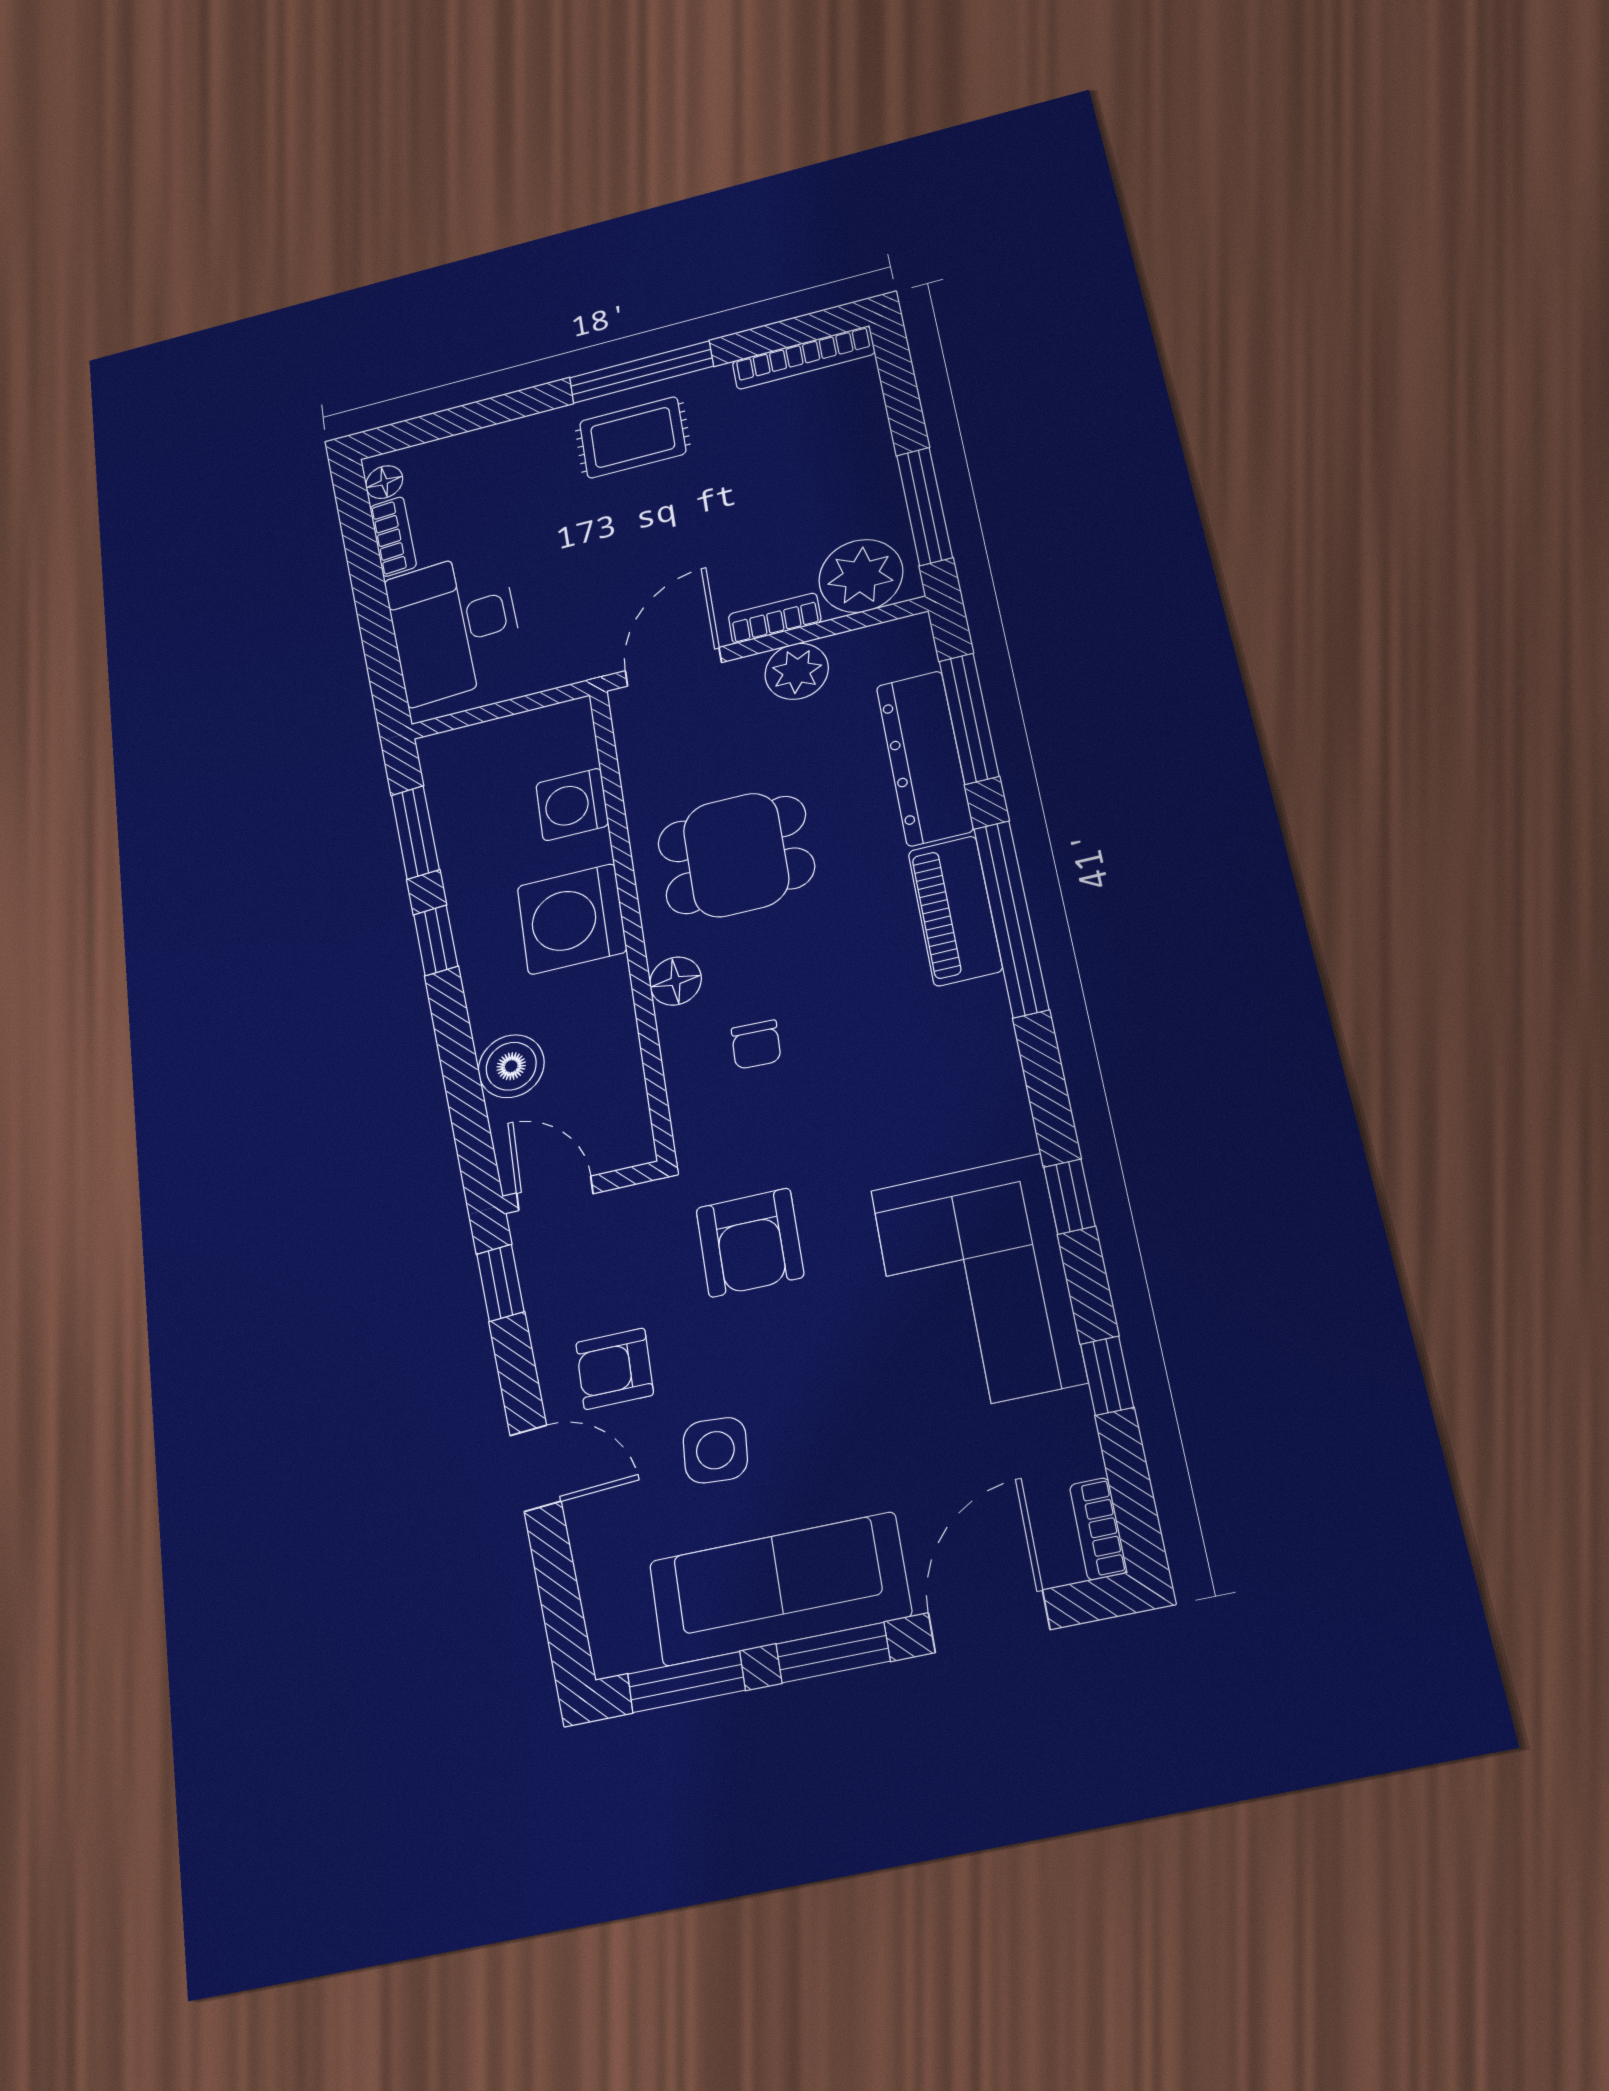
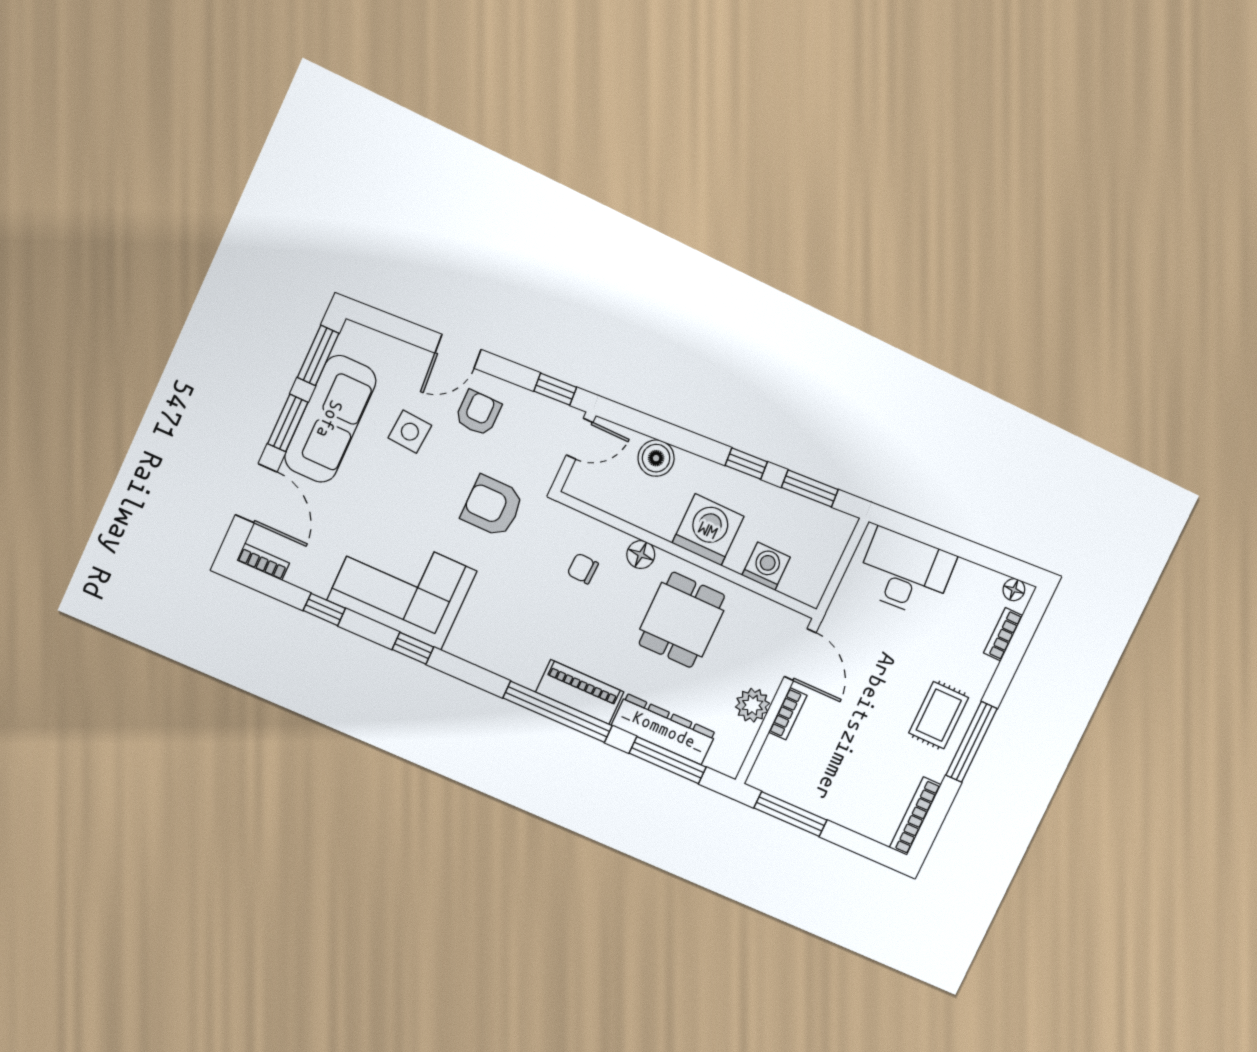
bookcase: (393, 536) -> (1003, 634), moved, turned 94
plant: (861, 576) -> (778, 764), removed

